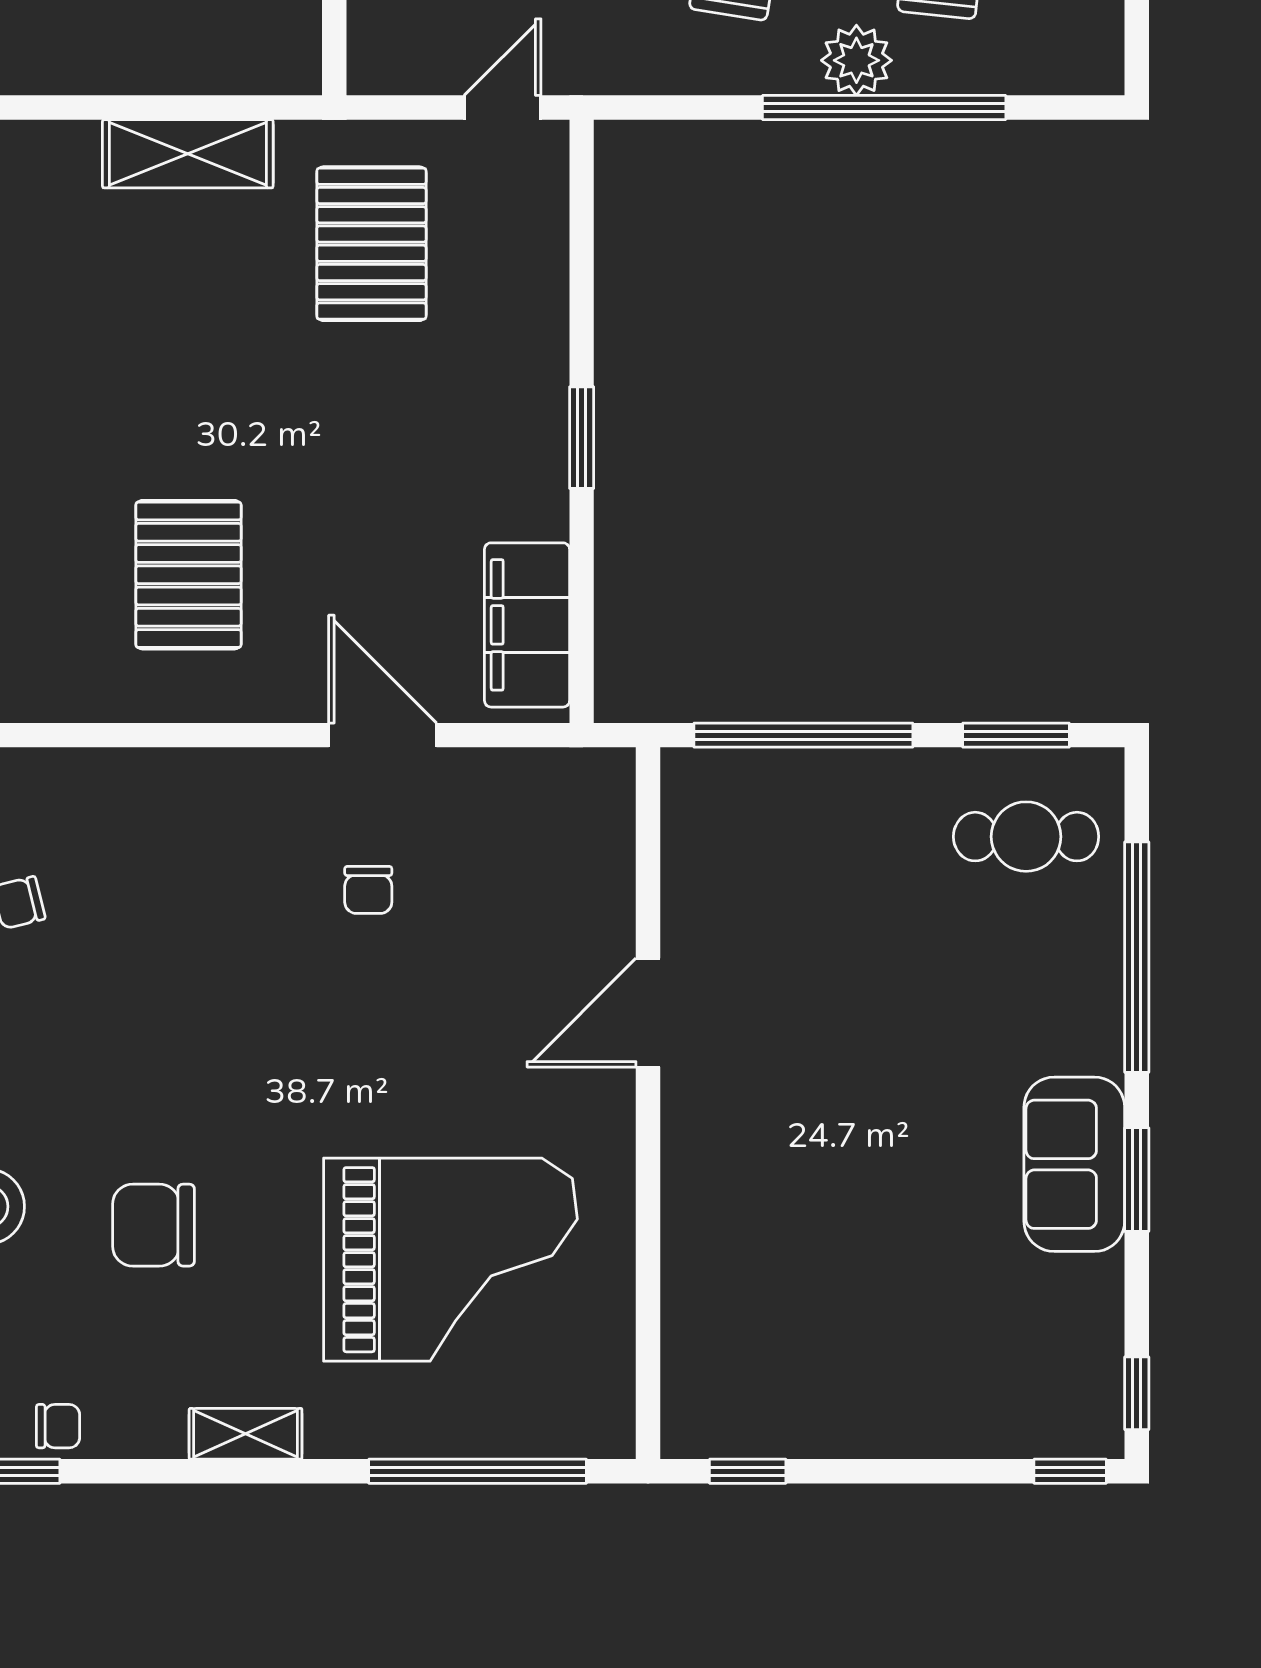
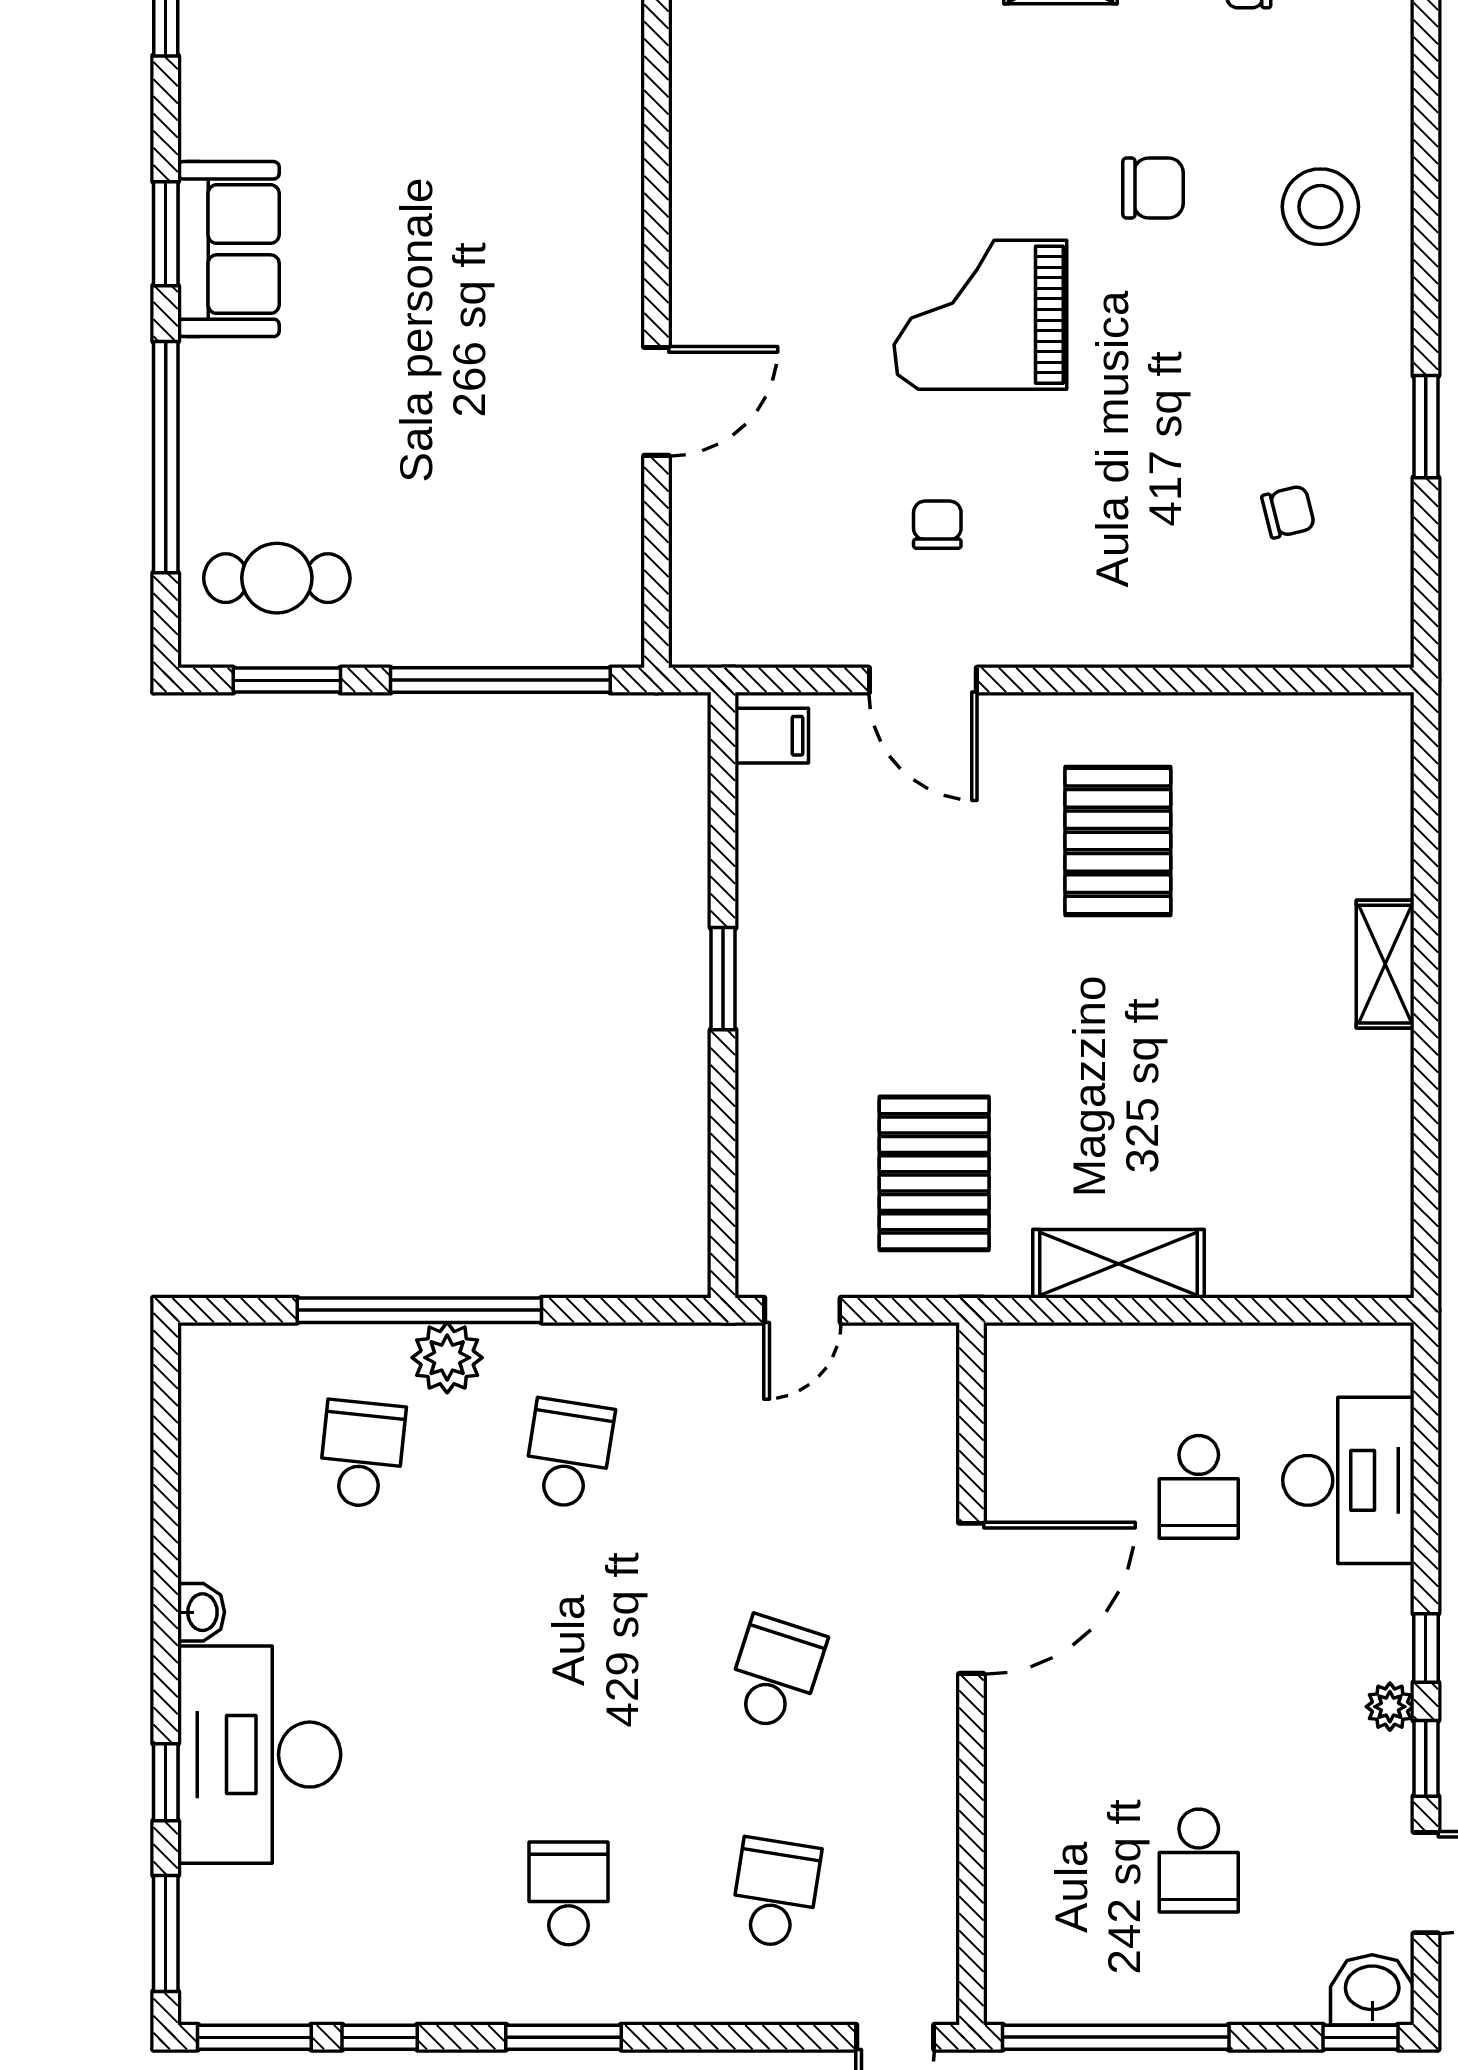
filing cabinet: (527, 625) -> (772, 736), width x0.33, depth x0.86
chair: (153, 1225) -> (1153, 188), width x0.73, depth x0.73
grand piano: (451, 1260) -> (980, 315), moved, width x0.73, depth x0.68

